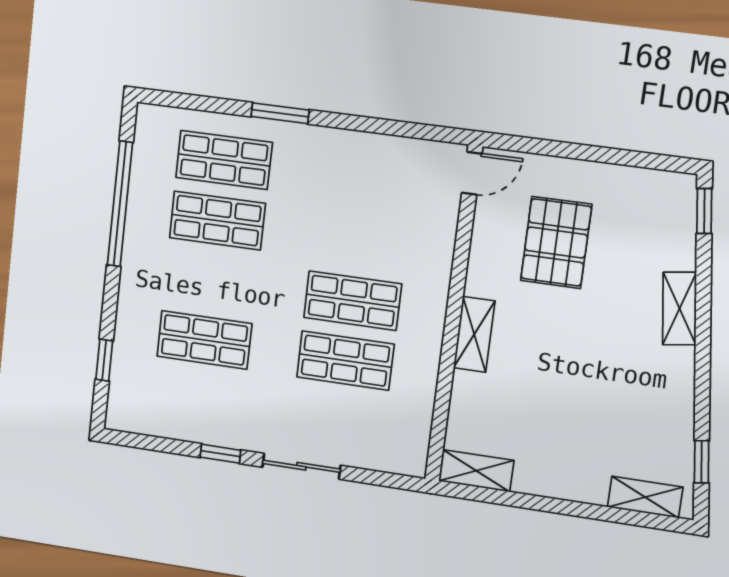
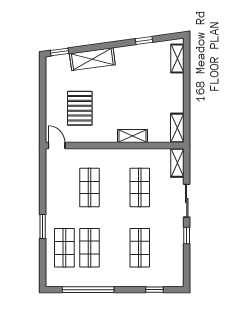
pallet: (556, 243) -> (80, 108), turned 90
shop shelf: (353, 301) -> (90, 188), moved
shelving: (679, 309) -> (92, 59), width x1.50, depth x1.33
shelving: (474, 334) -> (133, 136), moved
shelving: (393, 458) -> (177, 163), added
window: (702, 462) -> (144, 40), moved

